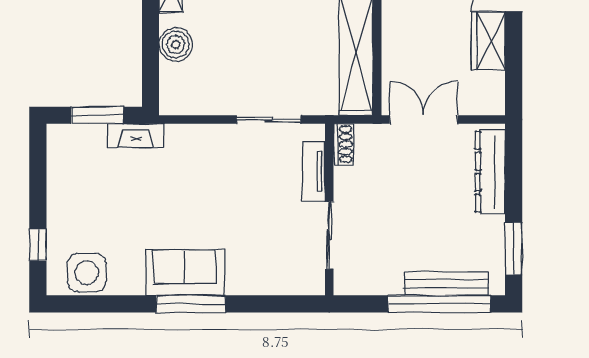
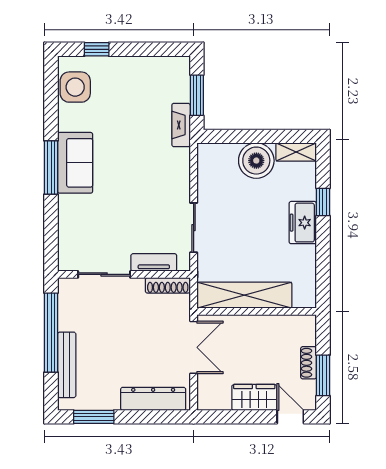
boiler: (176, 45) -> (256, 161), width x1.37, depth x1.37
shoe rack: (343, 144) -> (168, 285), width x1.43
window: (439, 304) -> (51, 333), moved

